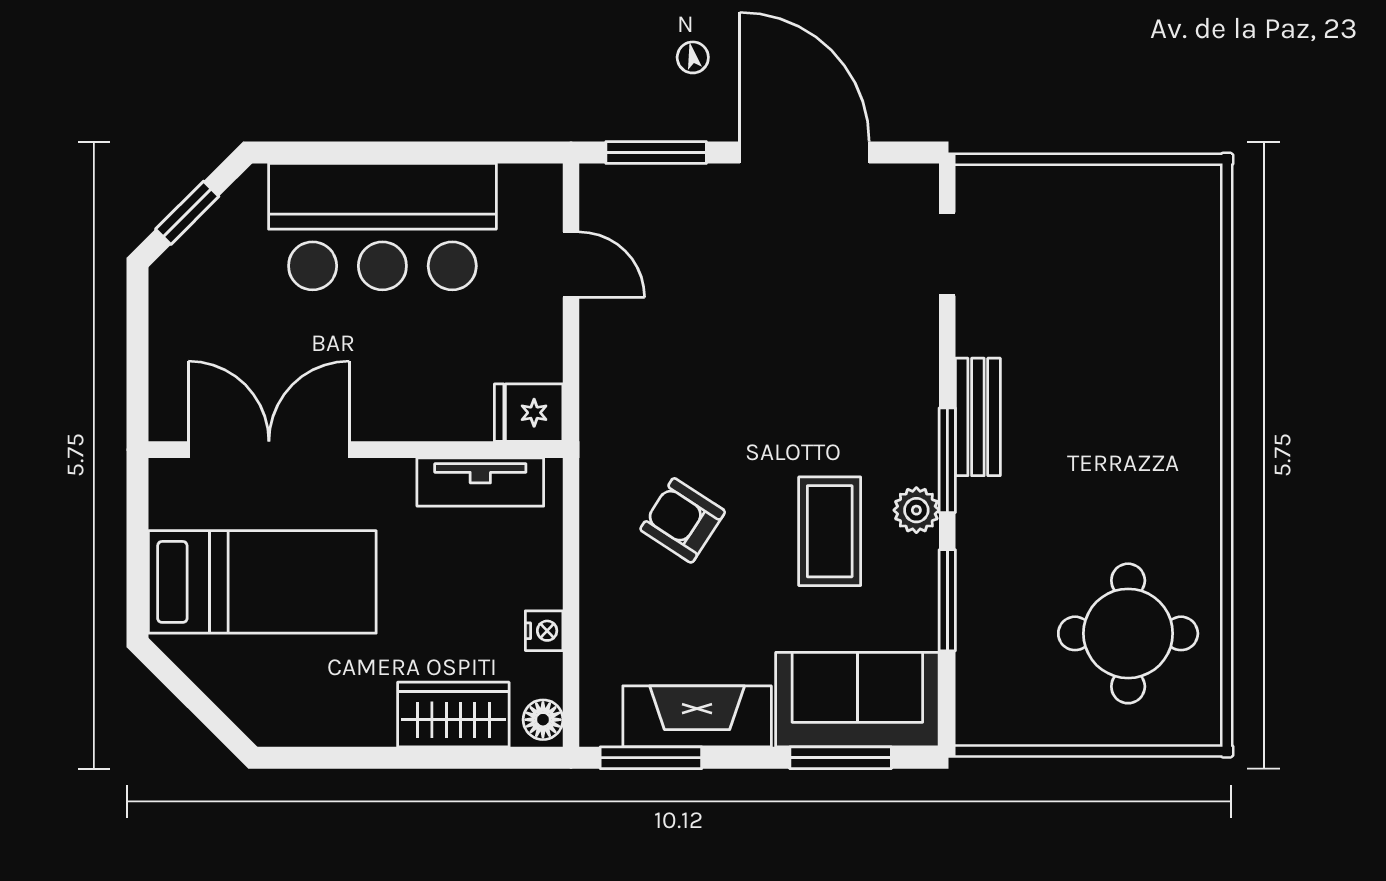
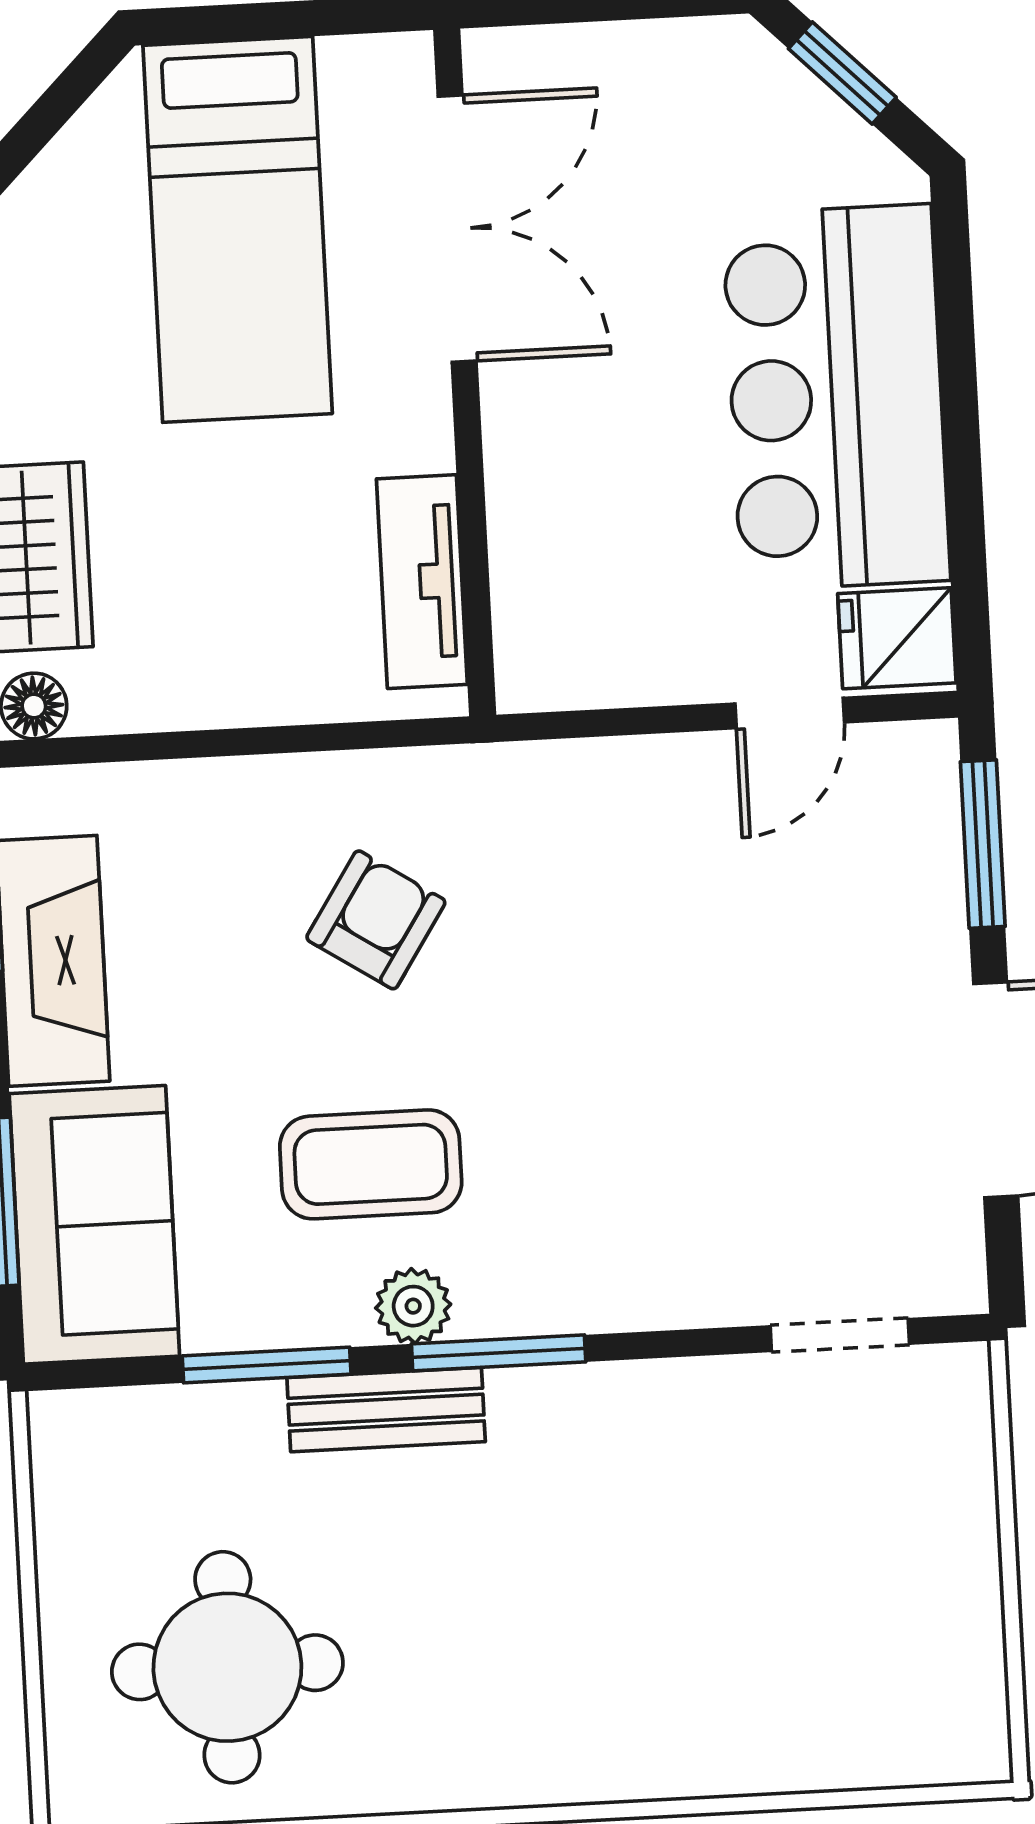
fridge: (529, 413) -> (897, 638), moved, turned -90
bench: (978, 417) -> (386, 1410), moved
nightstand: (544, 631) -> (181, 700), removed

